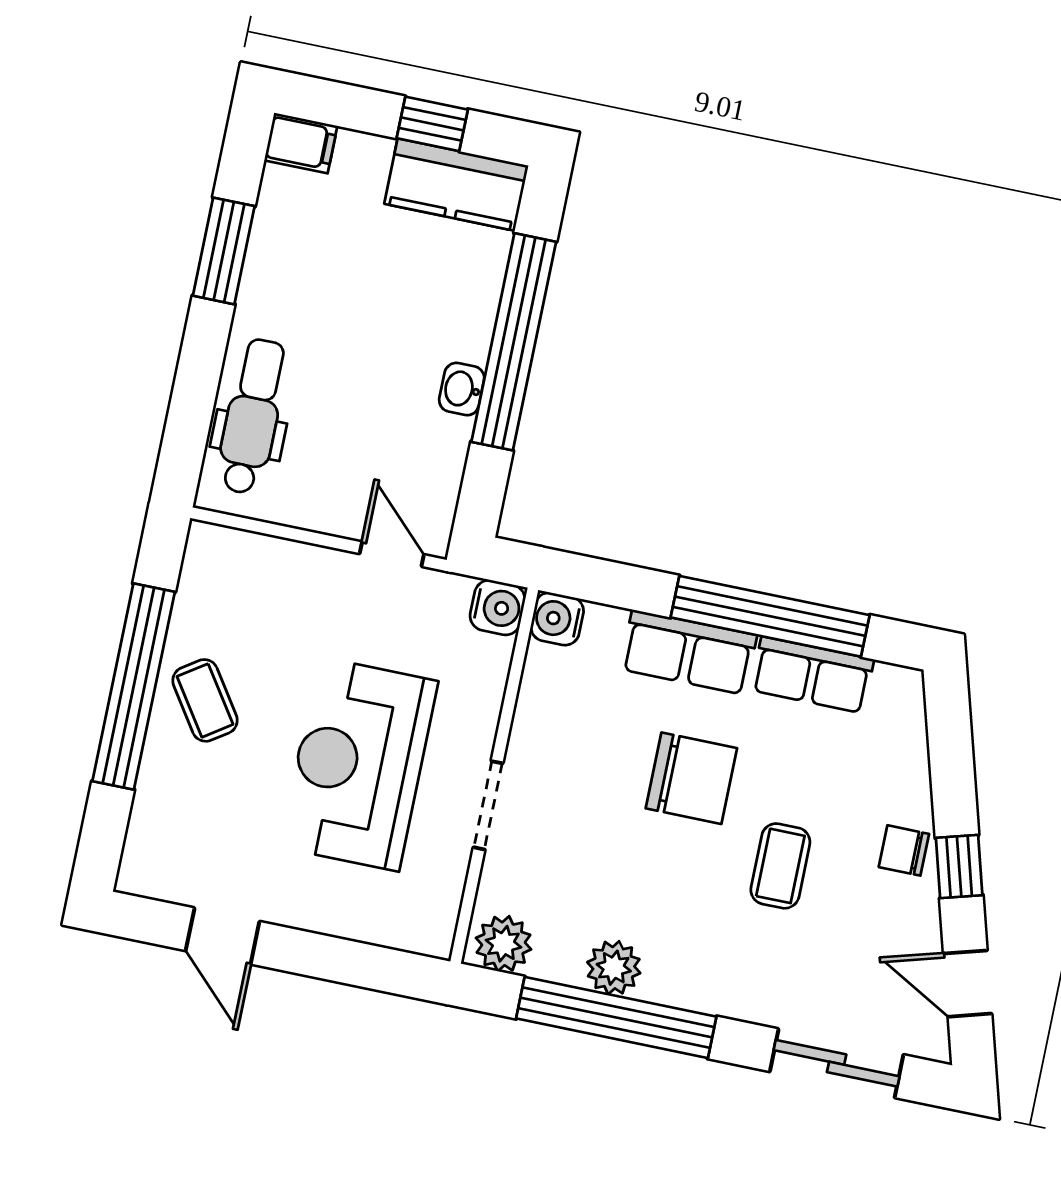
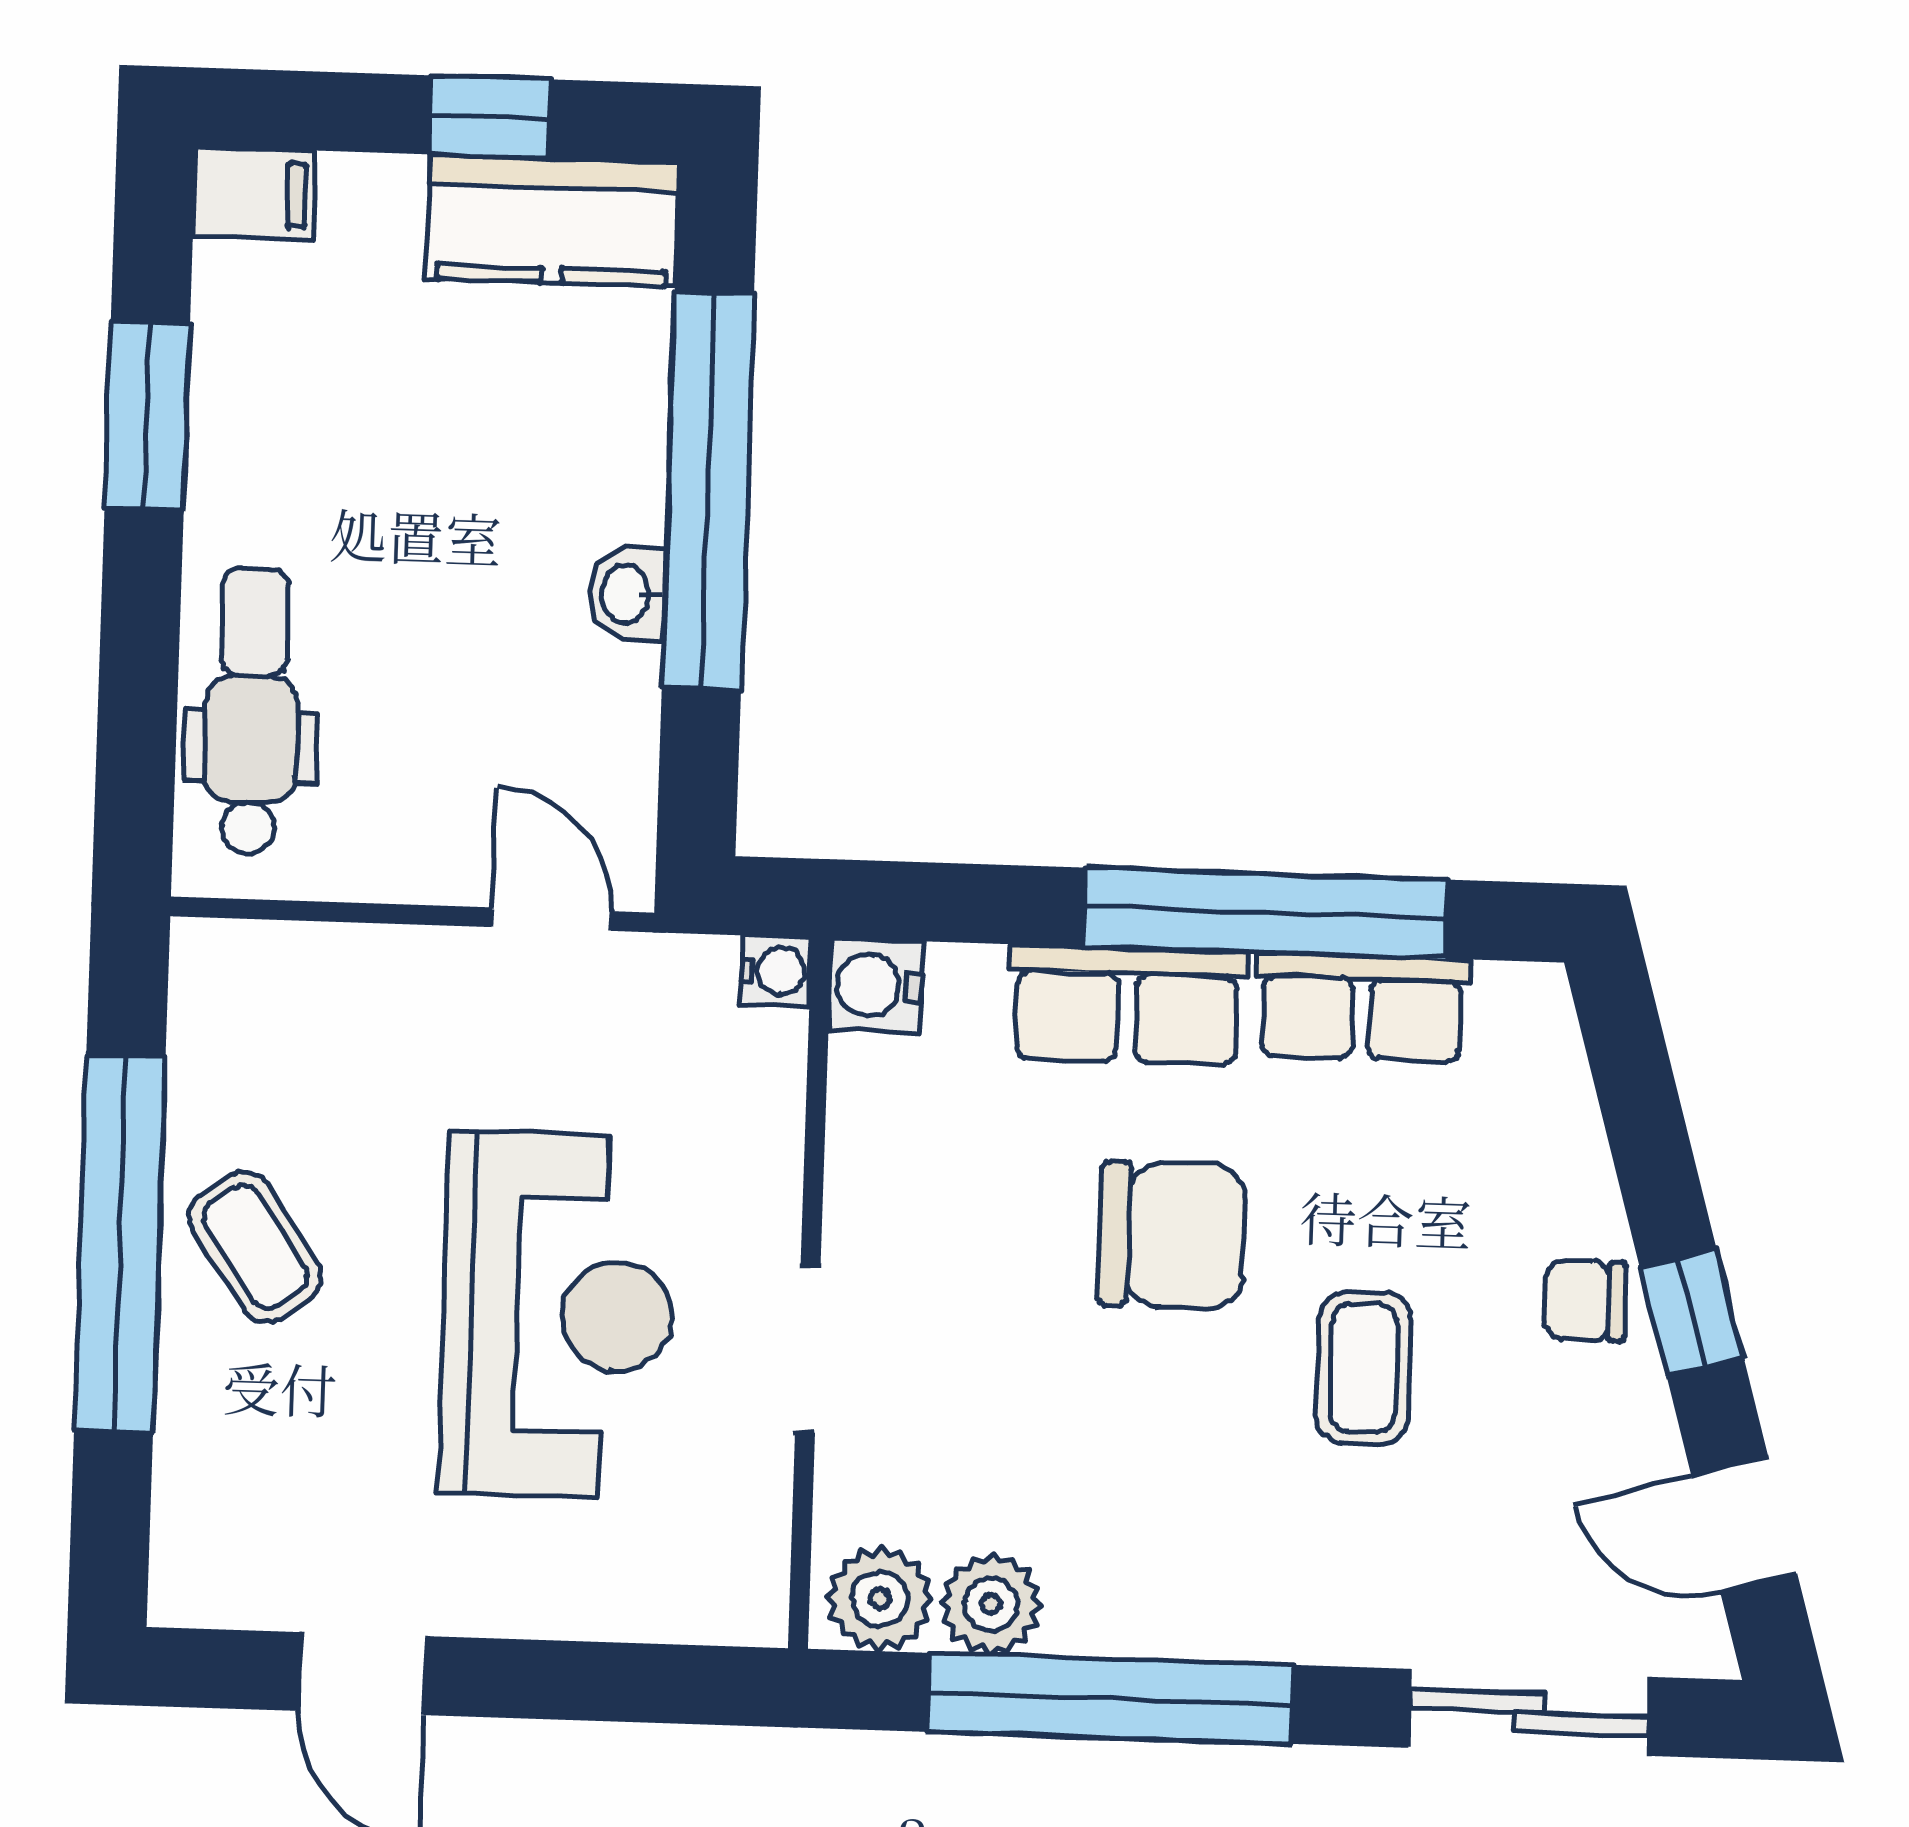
water cooler: (498, 608) -> (776, 971), width x0.72, depth x0.72
reception desk: (359, 764) -> (558, 1315), turned 180
plant: (614, 968) -> (991, 1604), moved

